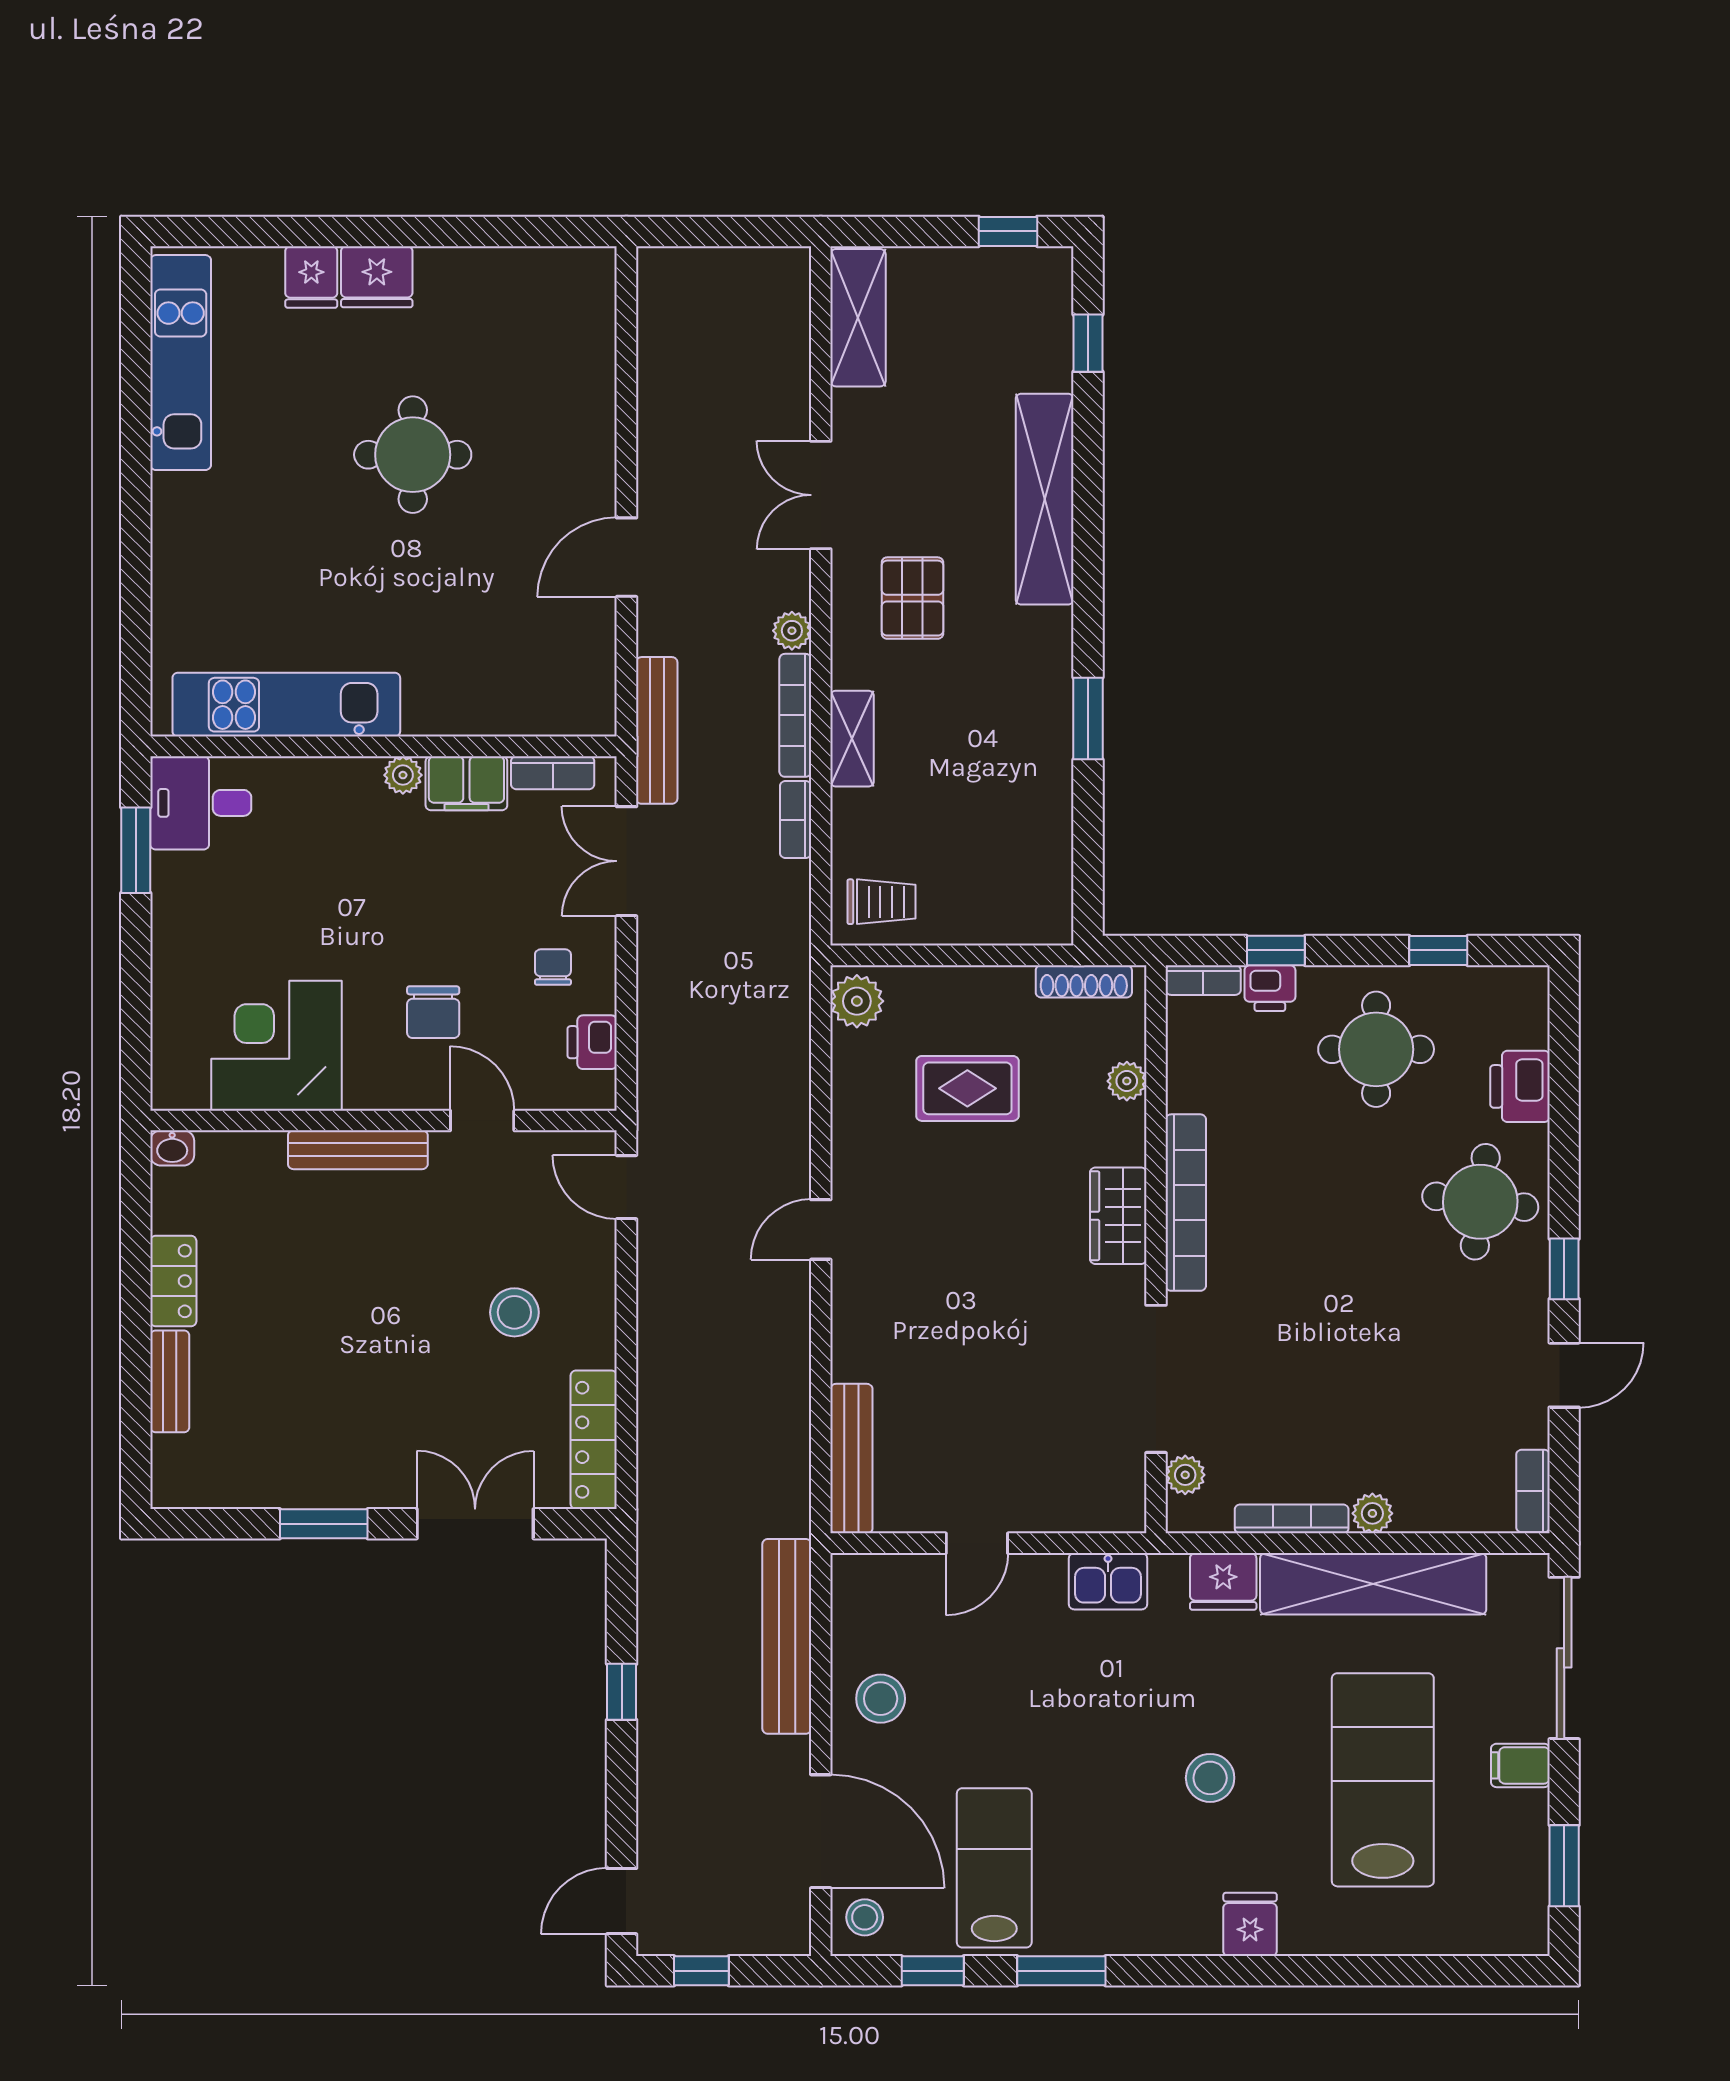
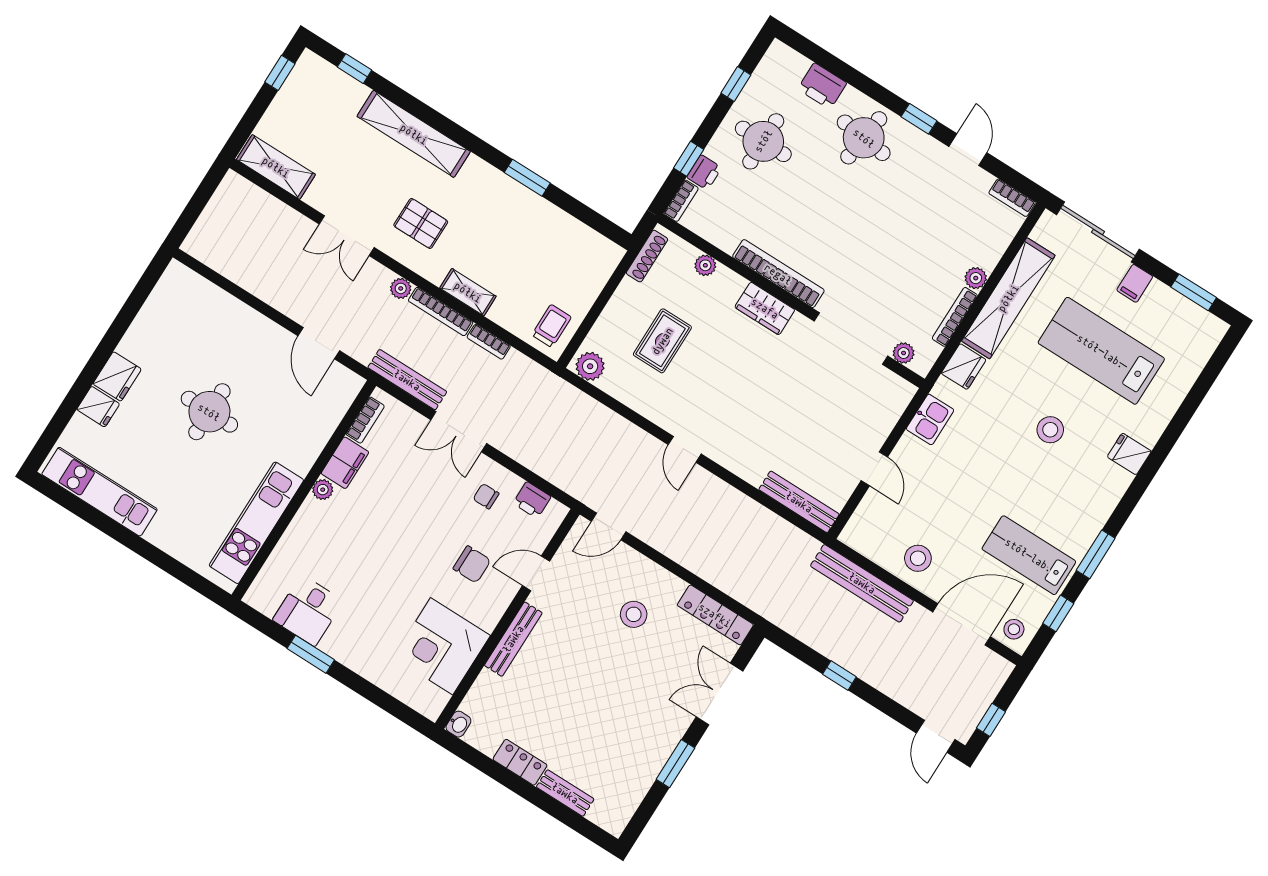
kitchen unit: (286, 705) -> (256, 523), moved
wall: (384, 746) -> (304, 490), moved
bookcase: (553, 773) -> (365, 420), moved
plant: (403, 775) -> (323, 490), moved
filing cabinet: (466, 783) -> (345, 463), moved

